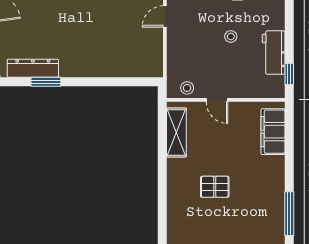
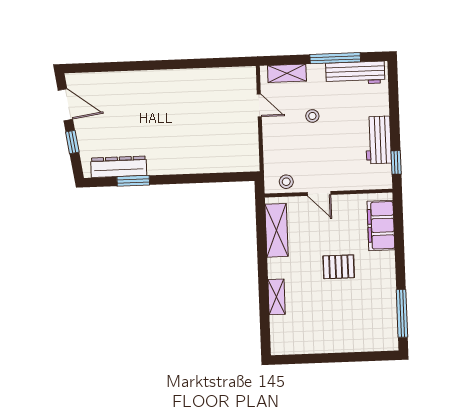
door: (165, 17) -> (259, 105), swing flipped
stool: (231, 36) -> (312, 116), moved
pallet: (215, 187) -> (339, 267), moved
shelving: (174, 194) -> (276, 297), added

